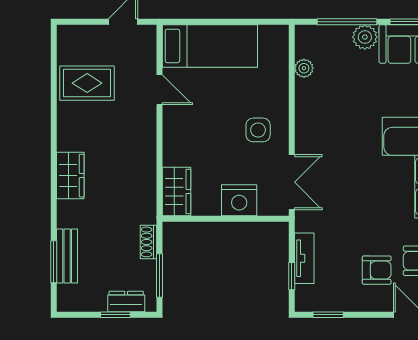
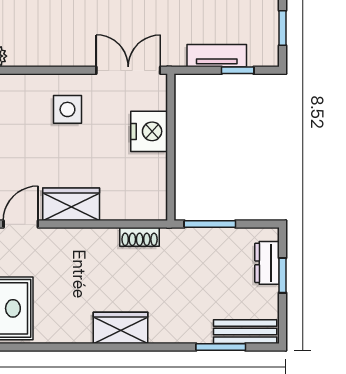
wardrobe: (177, 191) -> (71, 204), moved
shoe rack: (148, 242) -> (140, 237), moved
bench: (67, 256) -> (245, 332), moved
window: (160, 275) -> (210, 224), moved

